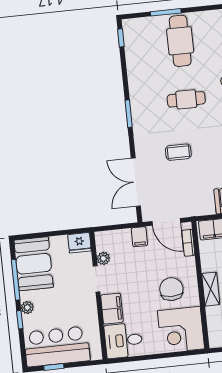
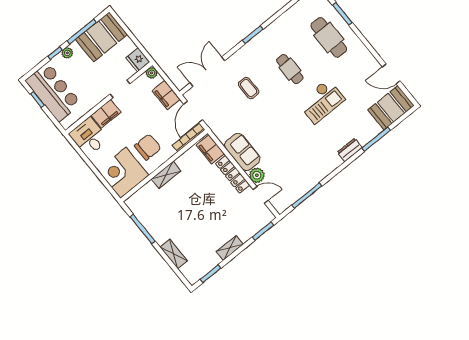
cafe table: (180, 41) -> (329, 37), turned 90
filing cabinet: (139, 237) -> (166, 95), width x2.00
bookcase: (188, 243) -> (189, 138), width x1.56
plant: (103, 258) -> (152, 73), moved

